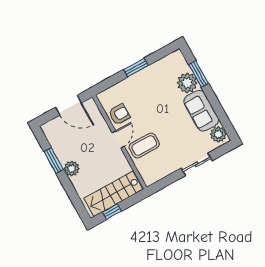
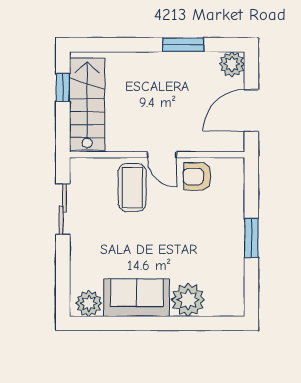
window: (199, 74) -> (192, 323), removed
armchair: (119, 114) -> (197, 177), turned 90
sliding door: (197, 164) -> (63, 209), moved
plant: (72, 169) -> (232, 64), moved

